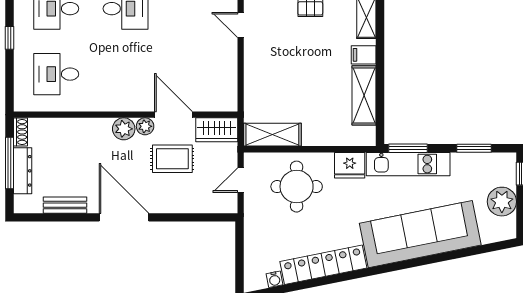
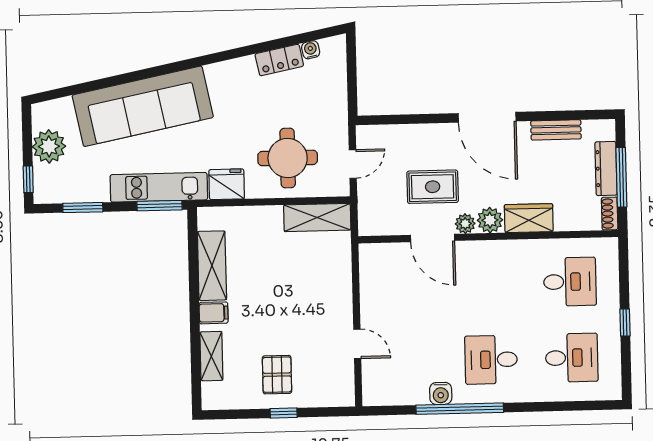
wardrobe: (217, 130) -> (529, 218), moved
locker: (323, 265) -> (279, 60), width x0.46, depth x0.83

